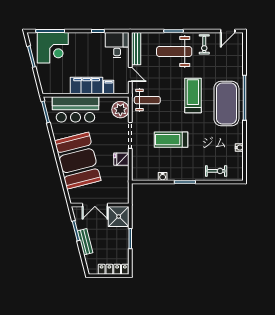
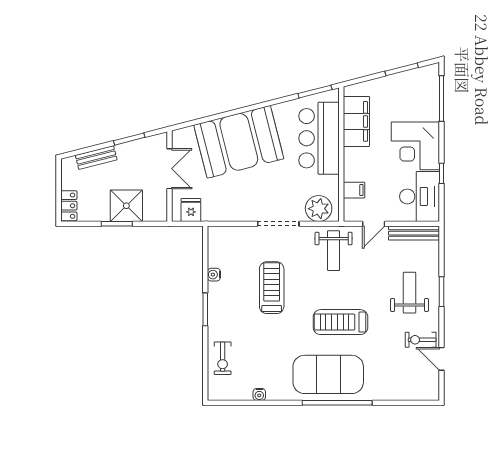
door: (228, 31) -> (441, 359), moved
desk: (117, 45) -> (419, 196), width x1.37
corner desk: (53, 48) -> (415, 146), moved
weight bench: (174, 51) -> (410, 293), width x0.73, depth x0.75
filing cabinet: (87, 85) -> (356, 121), moved
treadmill: (193, 96) -> (341, 322), turned 180
fridge: (121, 159) -> (191, 210), moved
double door: (95, 205) -> (170, 169), swing flipped
shower: (119, 216) -> (126, 206), moved
bench: (85, 242) -> (96, 157), moved
locker: (113, 269) -> (69, 206), width x0.66

